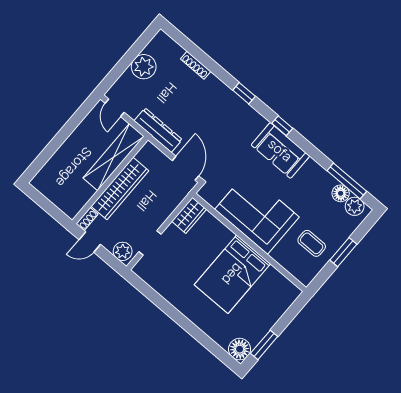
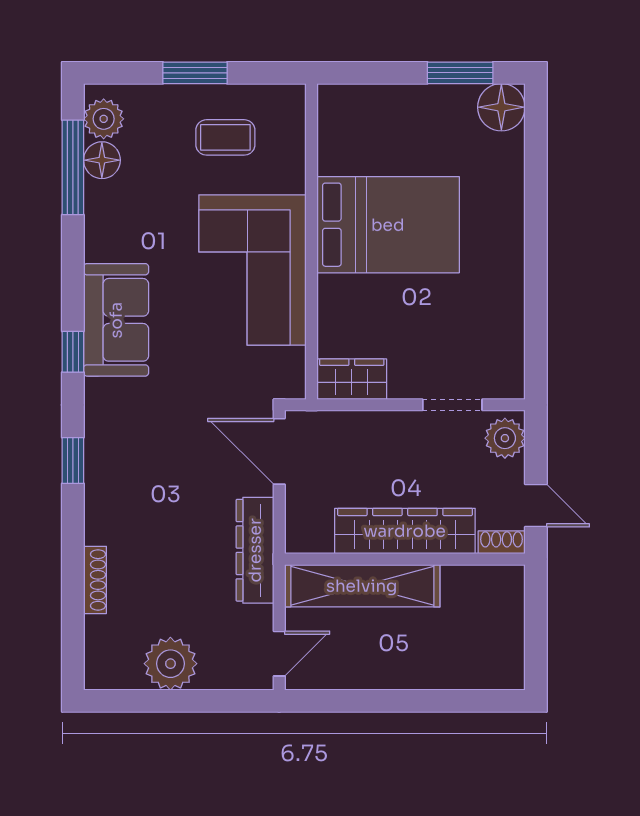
door: (186, 168) -> (279, 451), hinge flipped
coffee table: (312, 243) -> (225, 137), turned 90

